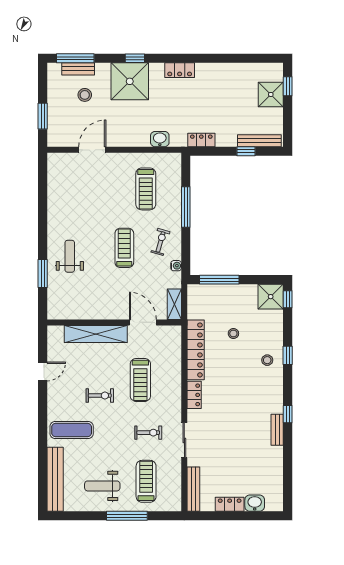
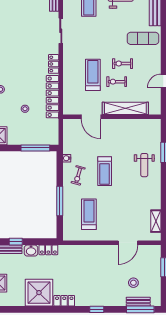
shower: (130, 81) -> (39, 293), moved
washbasin: (160, 139) -> (31, 251), moved
shelving: (174, 304) -> (156, 221), moved
exercise bike: (148, 433) -> (117, 82), moved

